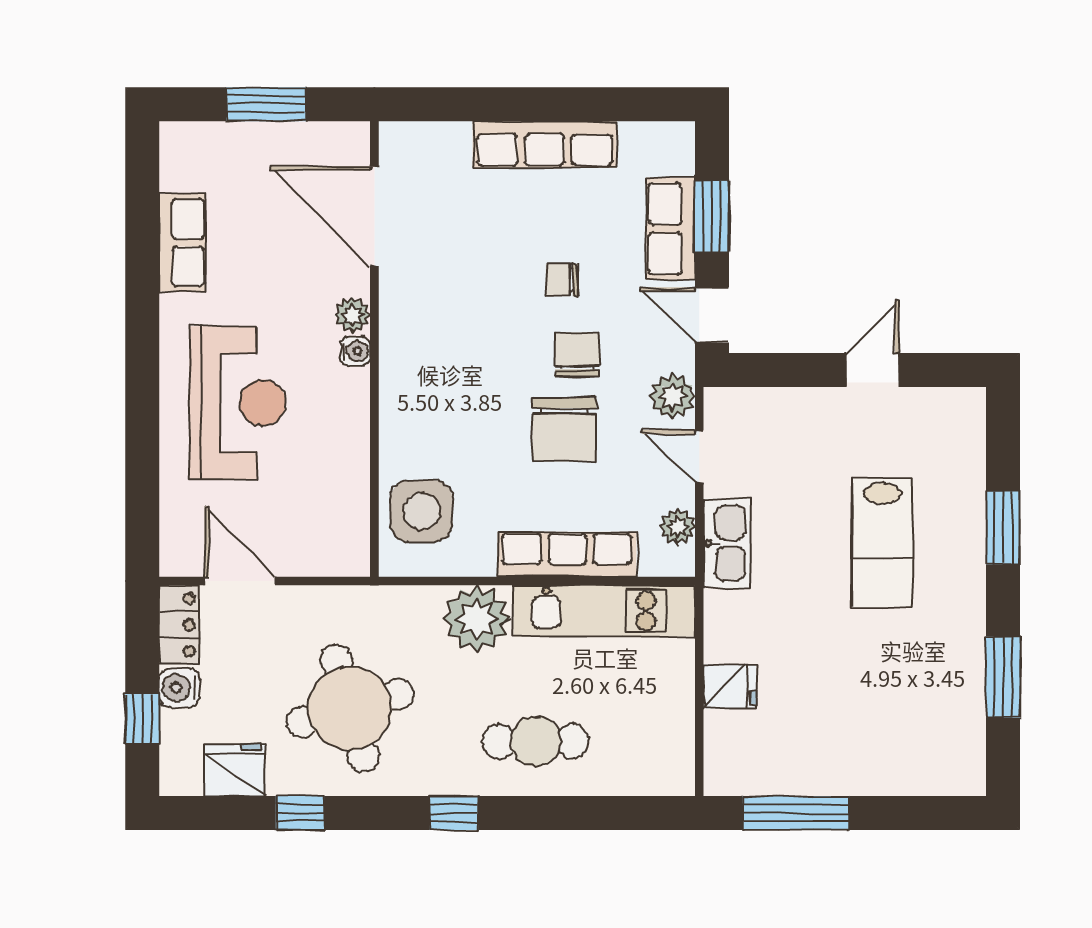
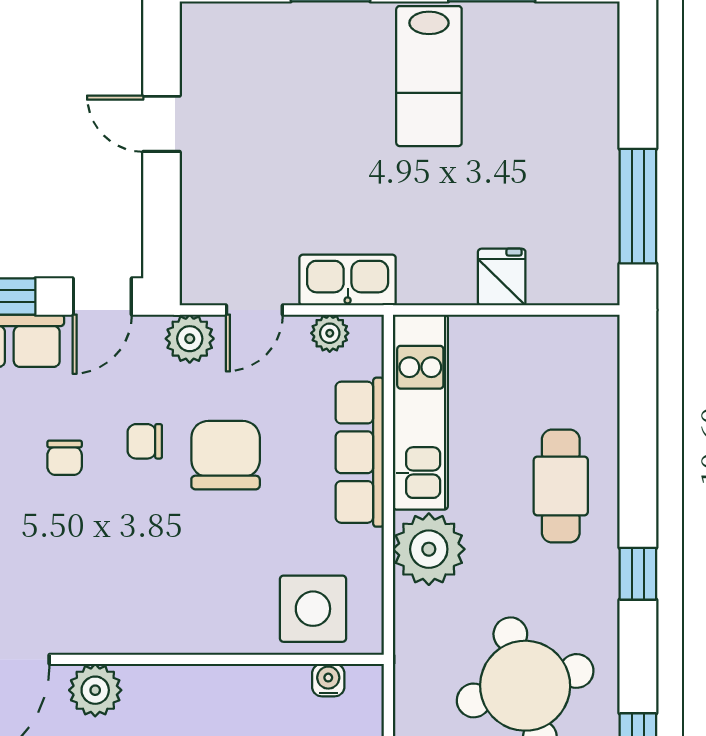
plant: (352, 315) -> (95, 690), width x1.38, depth x1.38
water cooler: (355, 351) -> (328, 680), moved
chair: (577, 355) -> (145, 441), width x0.73, depth x0.73
chair: (564, 430) -> (226, 455), turned -90
lab bench: (882, 543) -> (429, 76), moved, turned 90

